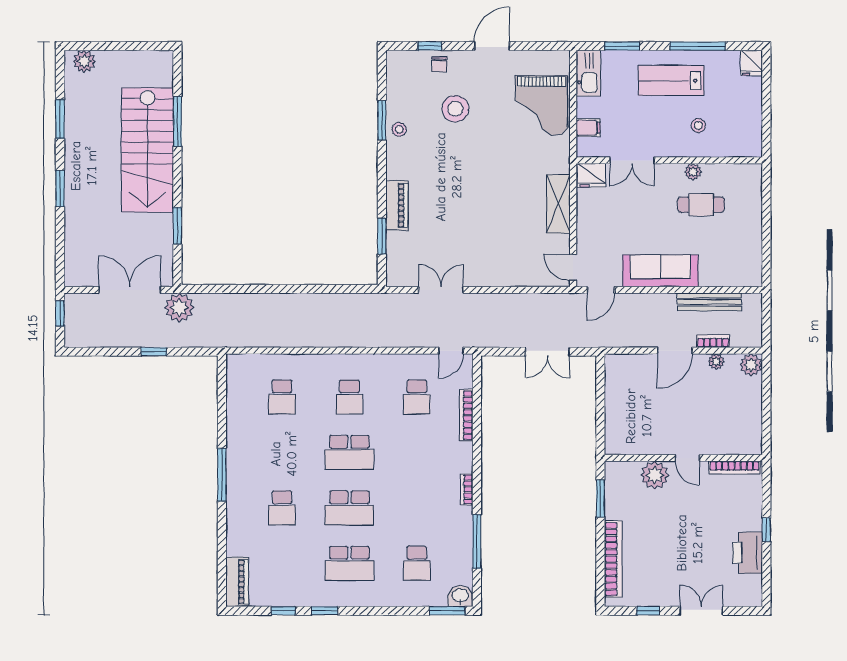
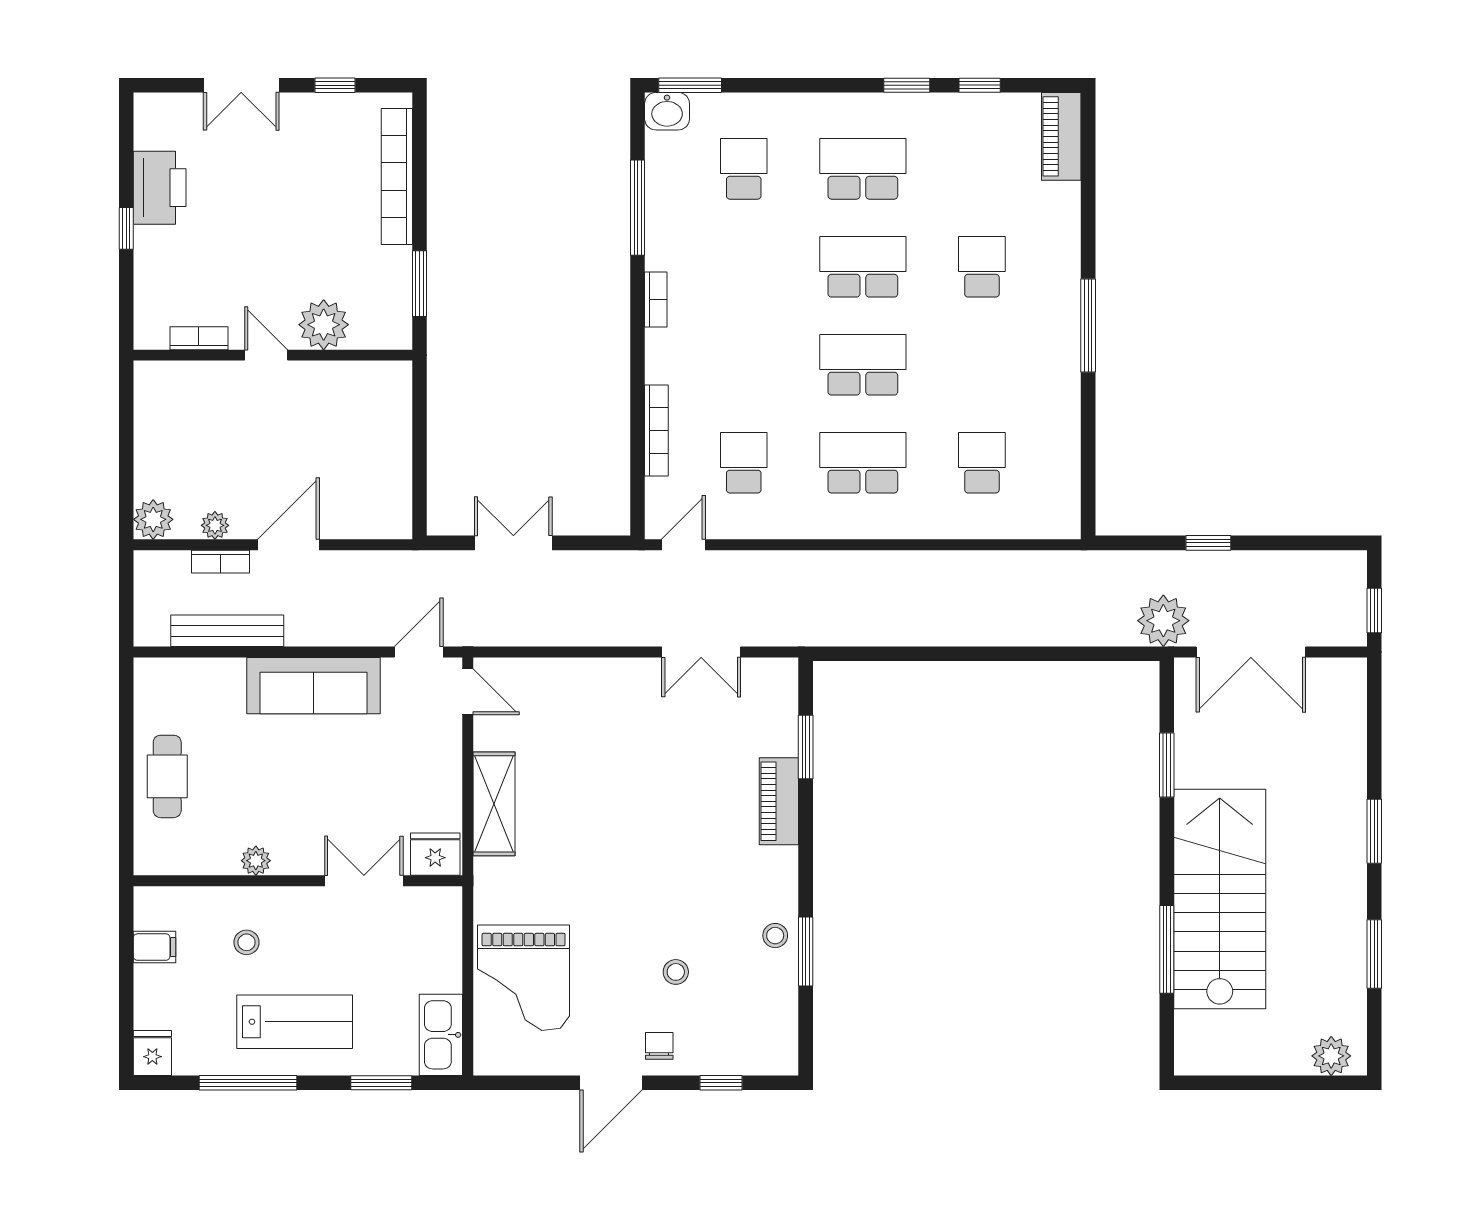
chair: (439, 64) -> (659, 1046), moved
grand piano: (541, 105) -> (524, 978), turned 180
stool: (455, 109) -> (676, 972), width x0.53, depth x0.53
filing cabinet: (588, 128) -> (155, 947), moved, turned 180
cafe table: (701, 205) -> (167, 776), moved, turned 90
school desk: (349, 397) -> (863, 463), width x1.85
bookcase: (734, 468) -> (199, 338), width x0.64

